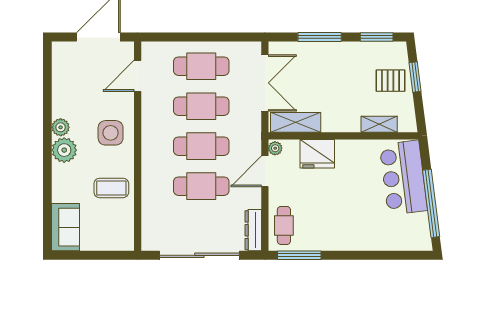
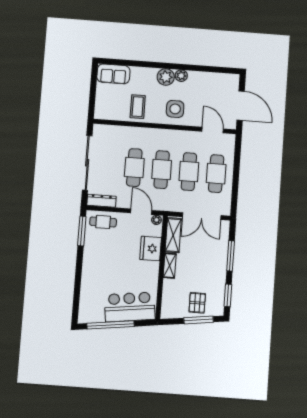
window: (415, 77) -> (199, 320), width x1.44
shelving: (379, 124) -> (170, 266), moved

